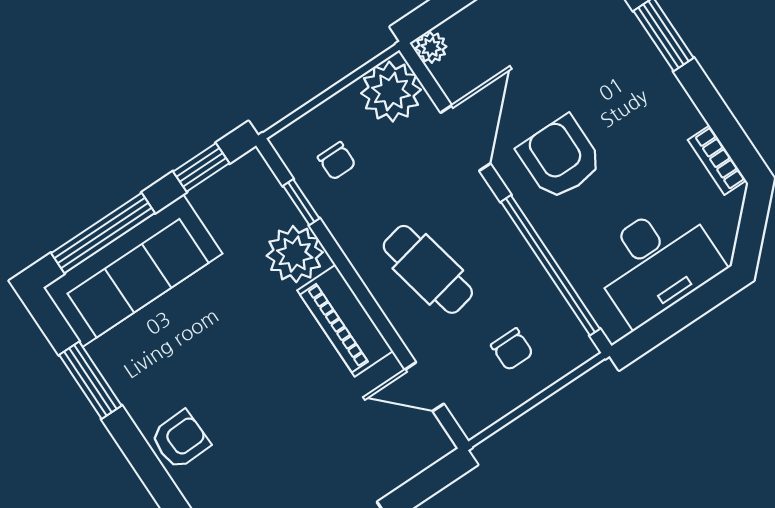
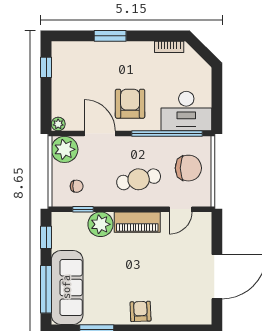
armchair: (560, 158) -> (130, 104), turned 90
desk: (656, 262) -> (186, 111), moved, turned 90
chair: (512, 349) -> (188, 168), width x1.87, depth x1.87

